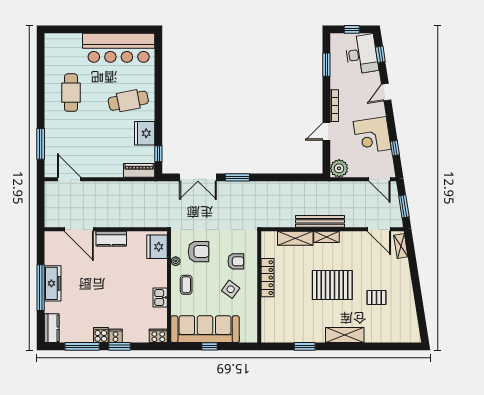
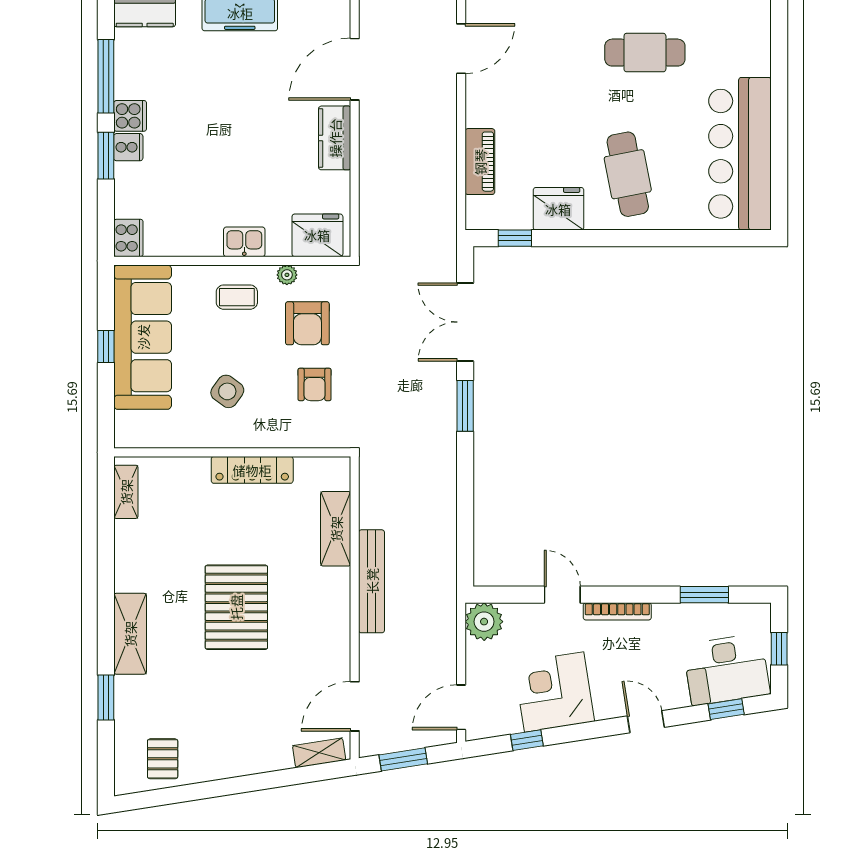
piano: (139, 170) -> (480, 162), moved
shelving: (327, 237) -> (126, 492), moved
armchair: (236, 261) -> (314, 384), moved
kitchen sink: (160, 297) -> (244, 242), moved
pallet: (377, 298) -> (163, 759), moved
window: (305, 346) -> (106, 697), moved

